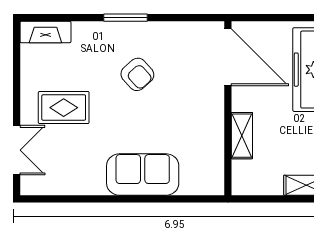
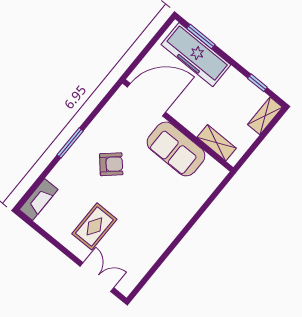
shelving: (242, 136) -> (217, 143), moved
sofa: (143, 174) -> (176, 149), moved, turned -90

